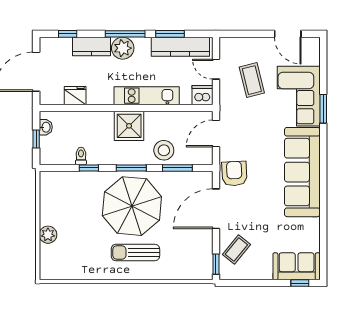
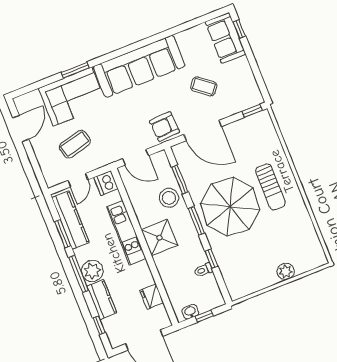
coffee table: (236, 250) -> (204, 86), moved

